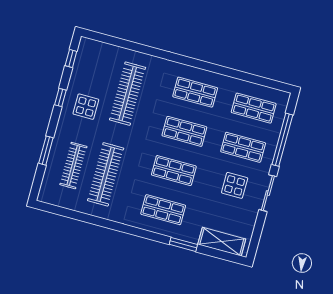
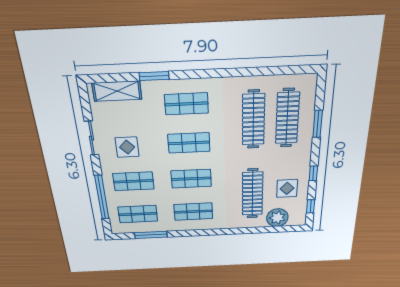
plant: (109, 56) -> (277, 218), added
window: (250, 78) -> (151, 235), added
display table: (86, 107) -> (287, 188), moved
clothes rail: (73, 166) -> (287, 118), width x1.37, depth x1.31
sliding door: (268, 193) -> (91, 138), moved

